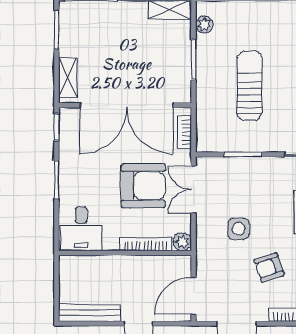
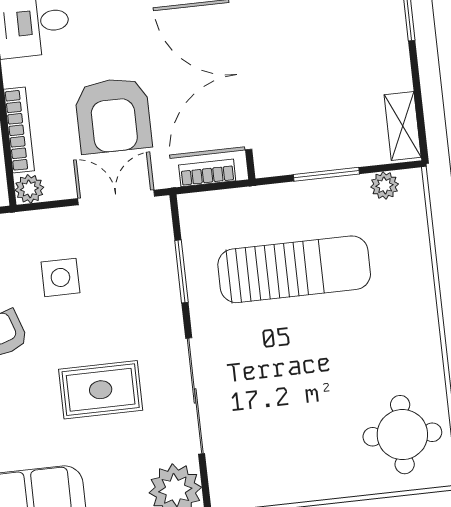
sun lounger: (249, 86) -> (294, 269), width x1.36, depth x1.34

